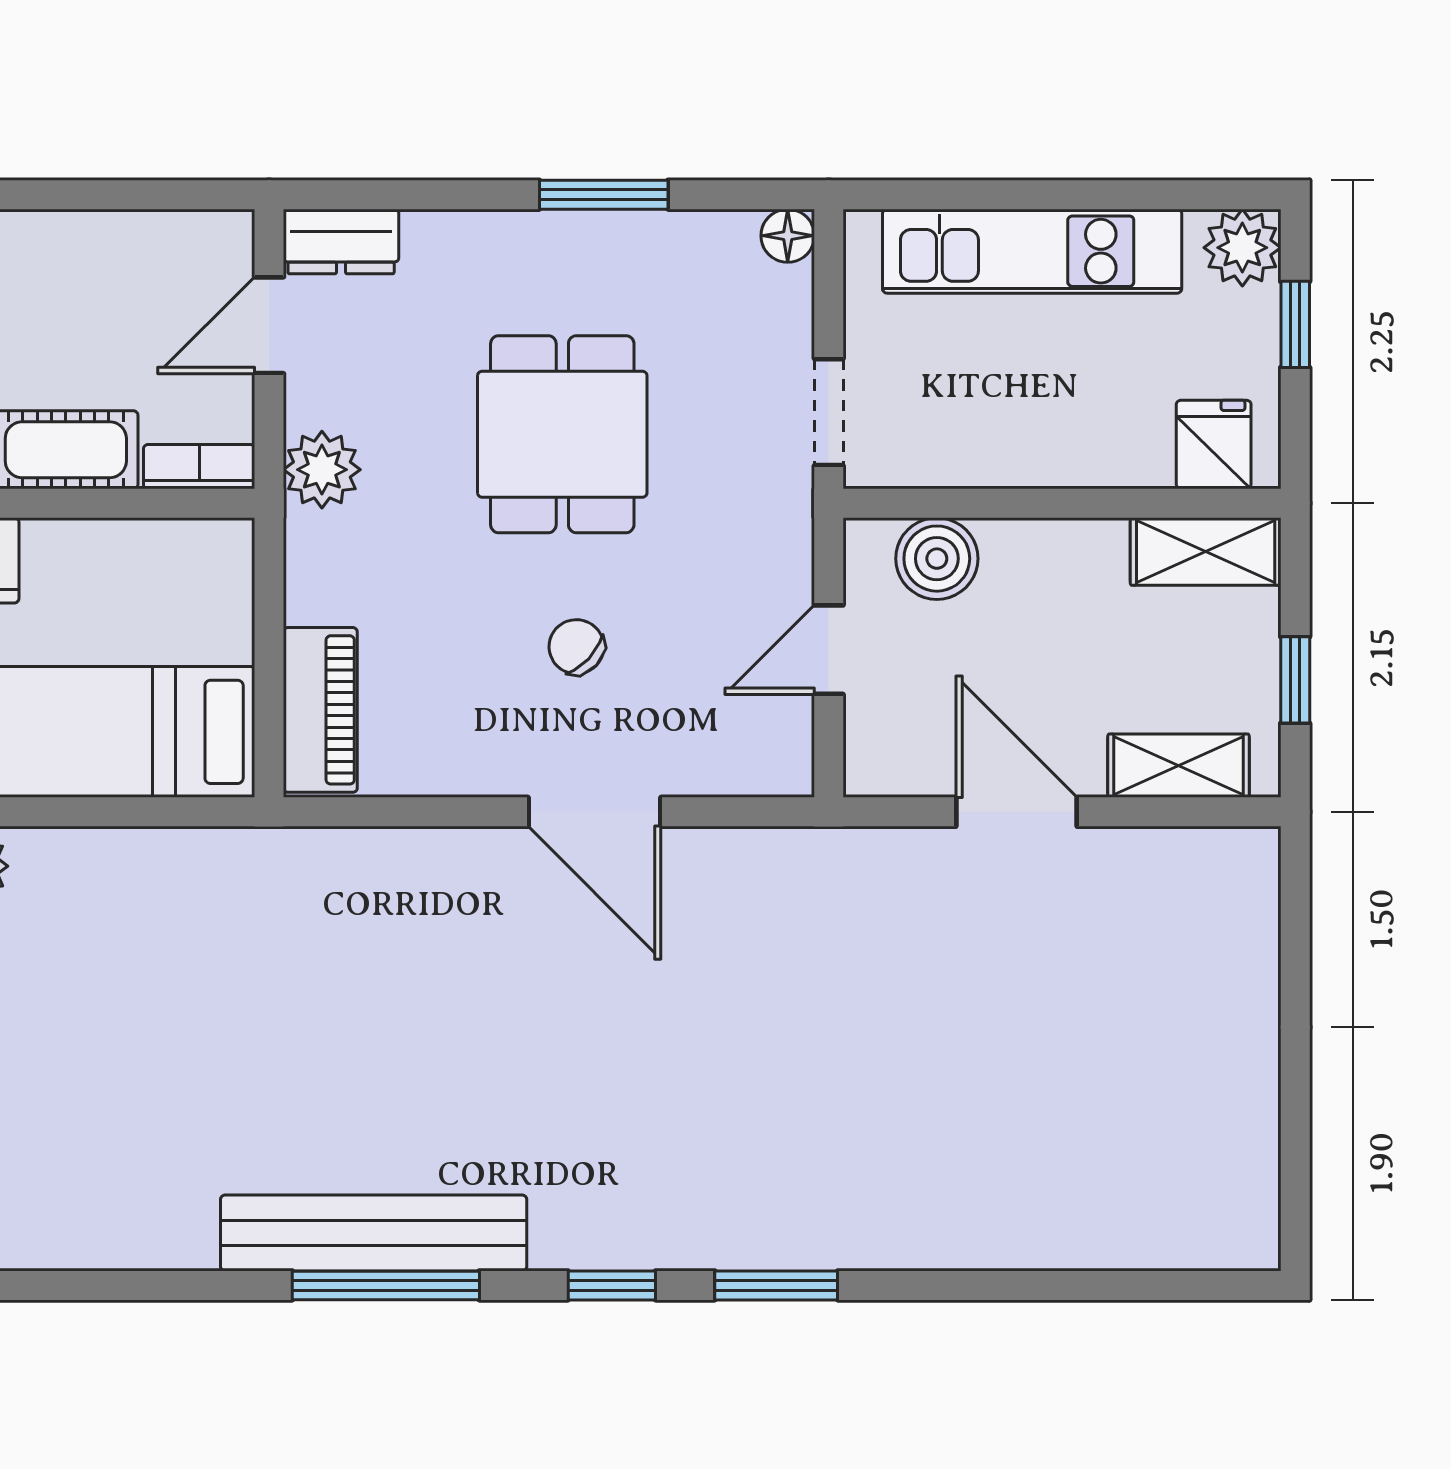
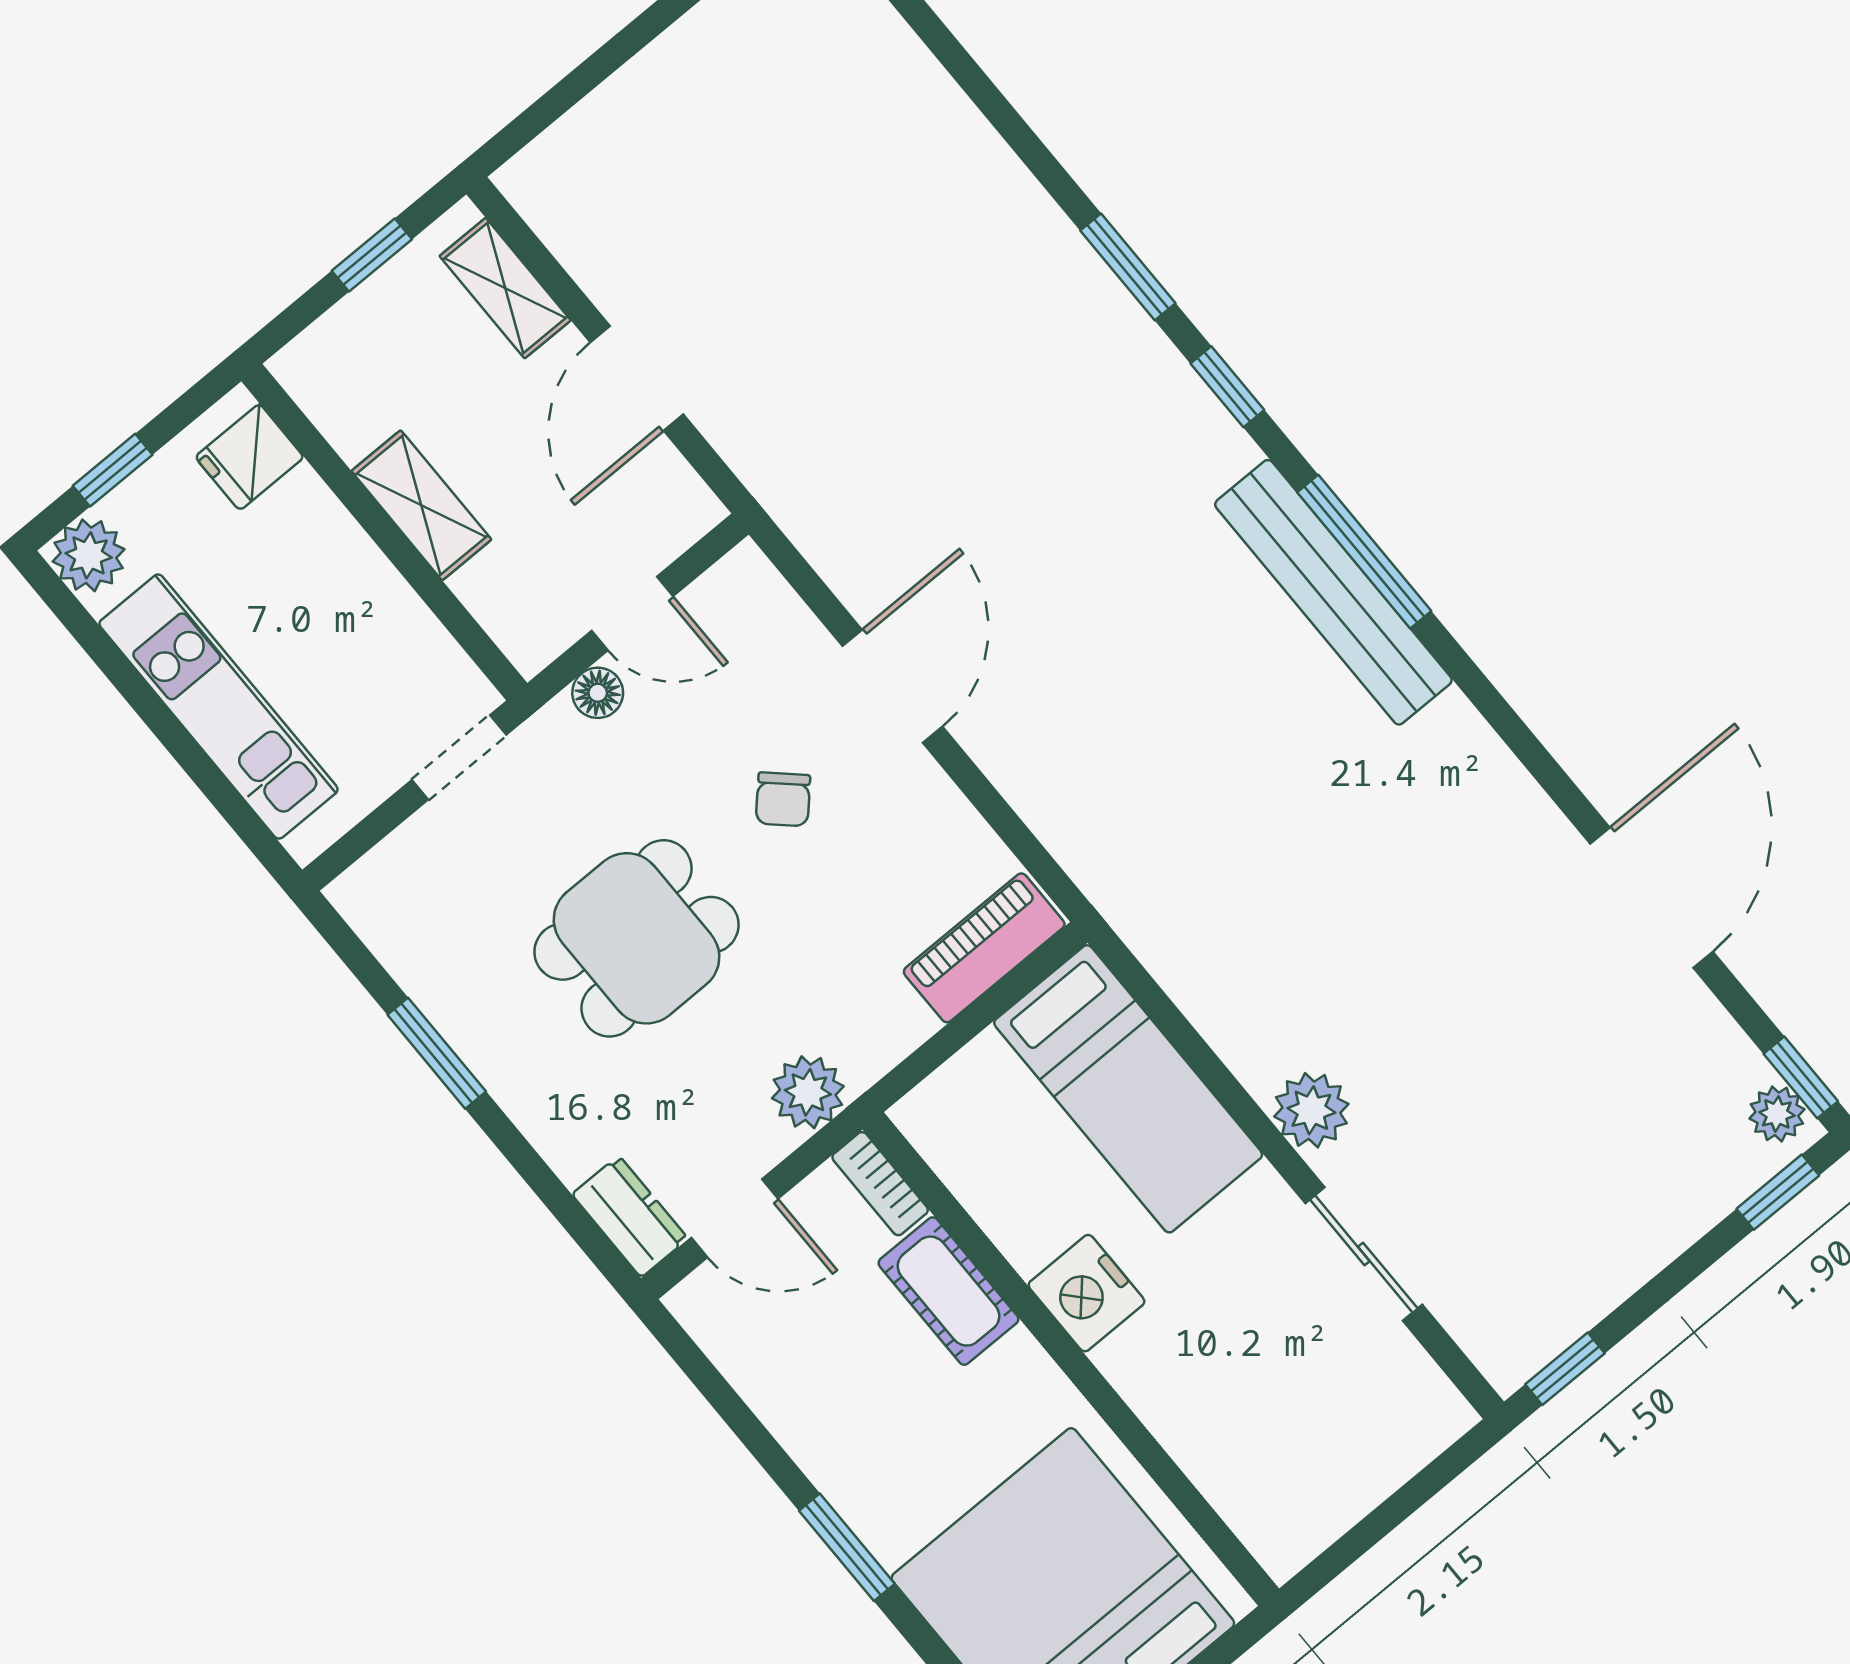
floor lamp: (788, 236) -> (598, 693), moved
shelving: (1206, 551) -> (421, 505), moved
boiler: (937, 559) -> (500, 590), removed

